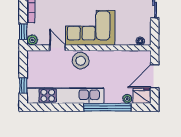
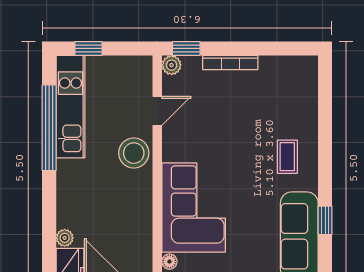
corner sofa: (90, 28) -> (194, 207), moved
kitchen unit: (65, 96) -> (70, 107), width x0.73
window: (107, 107) -> (49, 128), moved

